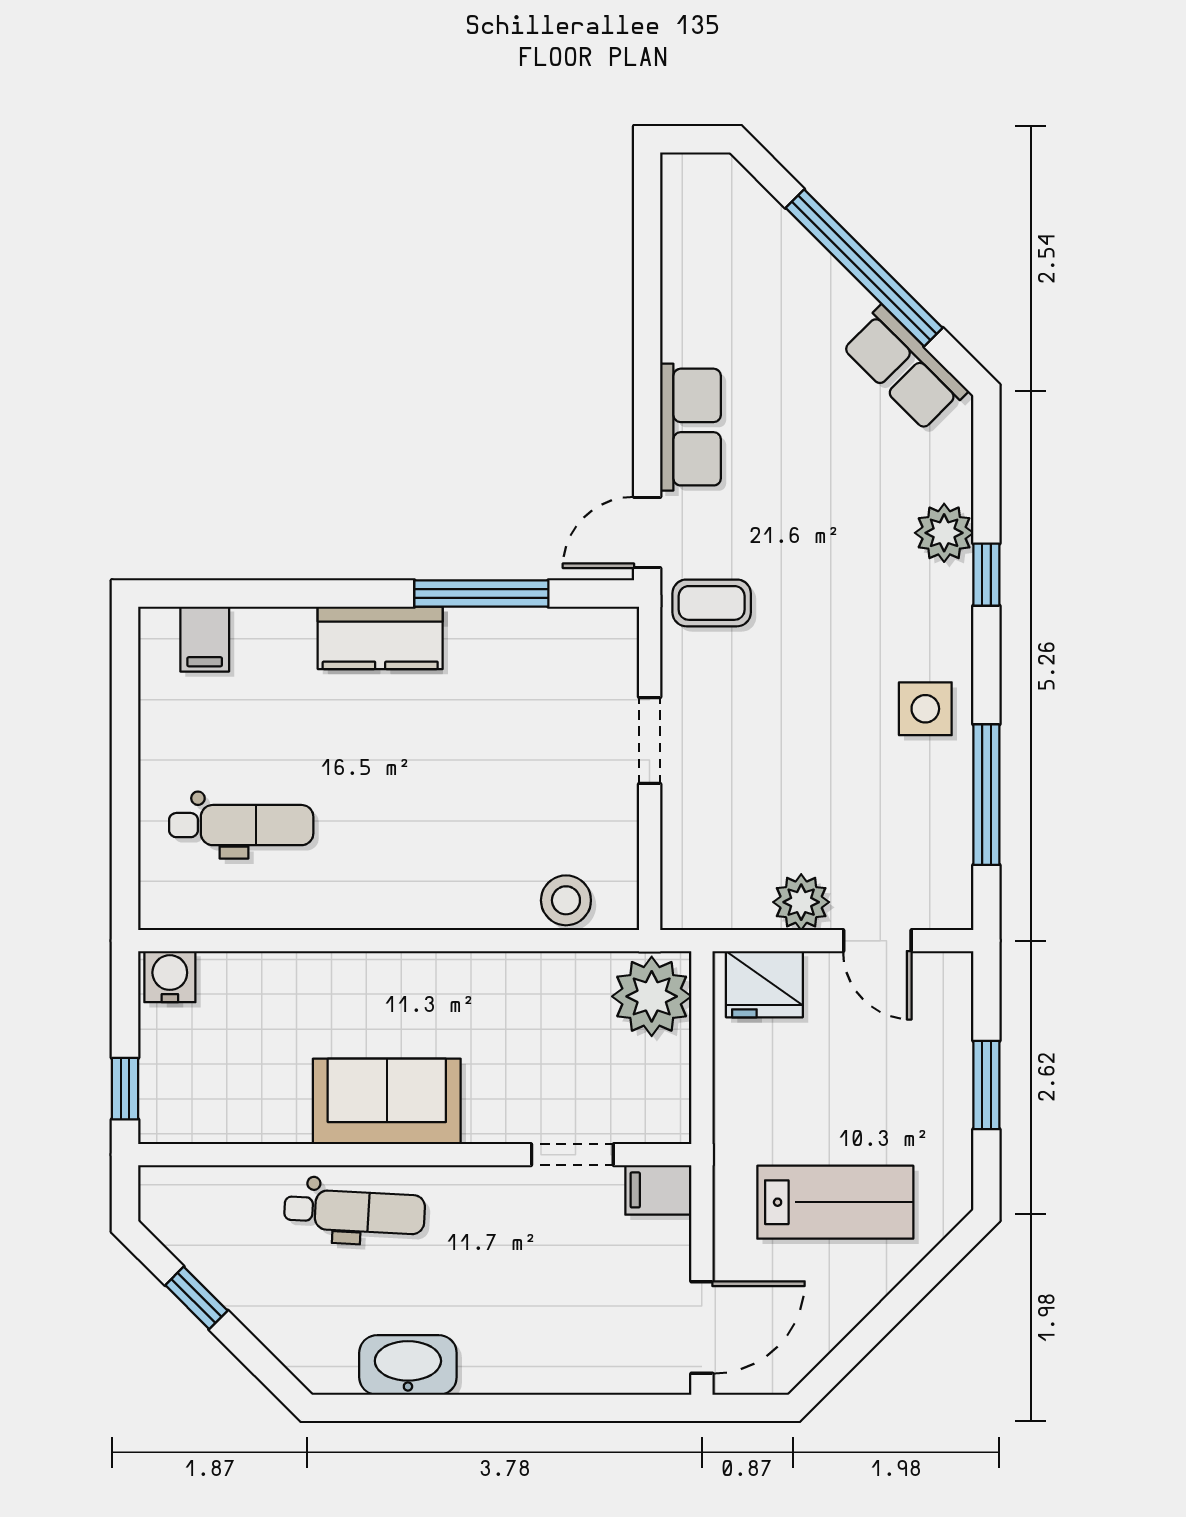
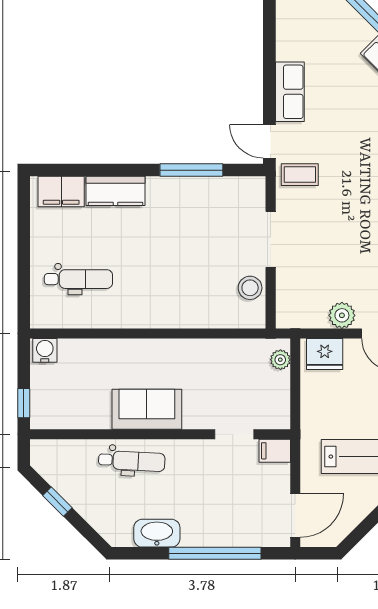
door: (647, 532) -> (269, 141), hinge flipped
kitchen counter: (380, 638) -> (116, 191), moved
filing cabinet: (205, 639) -> (61, 192), width x2.00
doorway: (650, 741) -> (271, 239), width x1.38
stool: (566, 900) -> (250, 288), moved
plant: (652, 996) -> (280, 360), width x0.53, depth x0.53
window: (531, 1408) -> (215, 553), added

